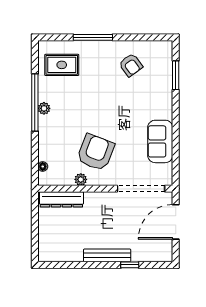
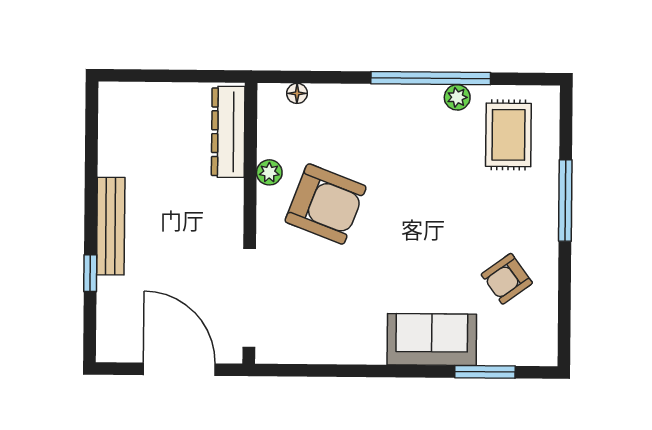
plant: (44, 108) -> (457, 97), moved
sofa: (160, 141) -> (432, 340), moved

